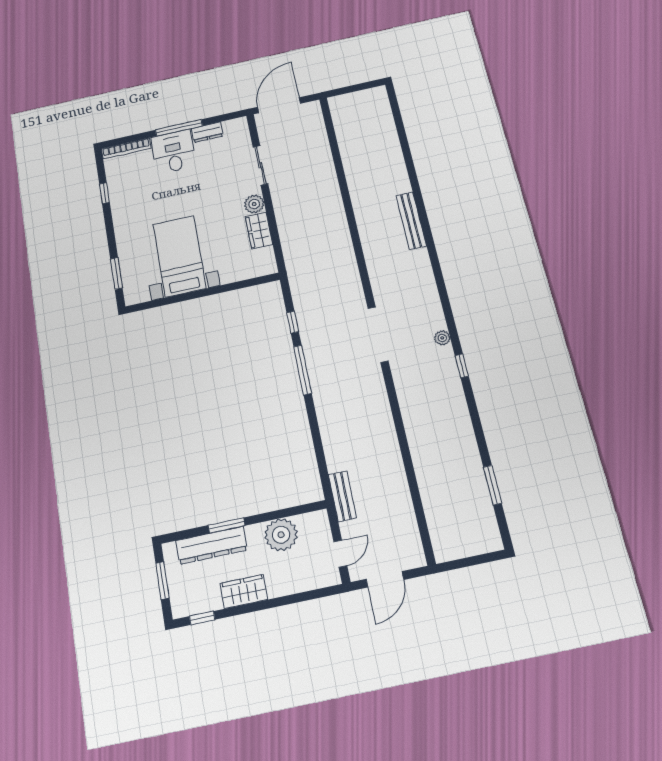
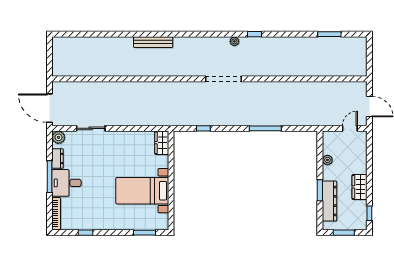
plant: (254, 204) -> (58, 137), moved
wardrobe: (259, 231) -> (162, 143), moved, turned 90
window: (303, 370) -> (265, 128), moved
bench: (342, 496) -> (317, 120), removed
plant: (281, 535) -> (327, 160), width x0.53, depth x0.53
door: (340, 554) -> (350, 128), hinge flipped

